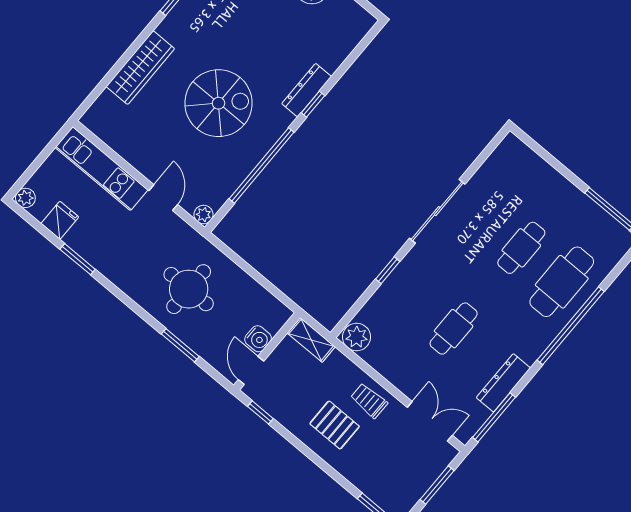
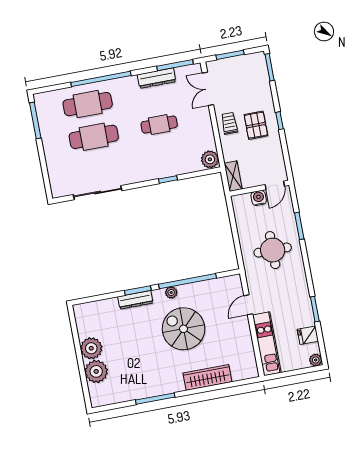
window: (313, 104) -> (138, 290), width x1.50
sliding door: (437, 211) -> (98, 193), moved
plant: (204, 215) -> (171, 292), moved
cafe table: (521, 248) -> (94, 137), width x1.37, depth x1.35
trolley: (369, 401) -> (229, 123), turned 180
window: (260, 412) -> (280, 121), moved

